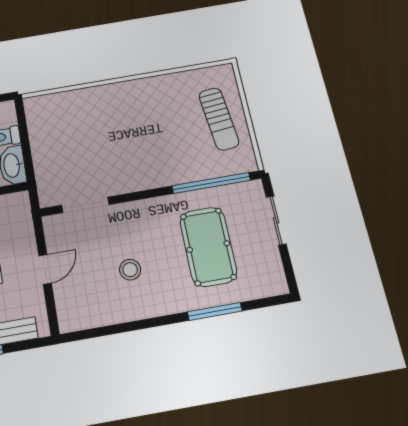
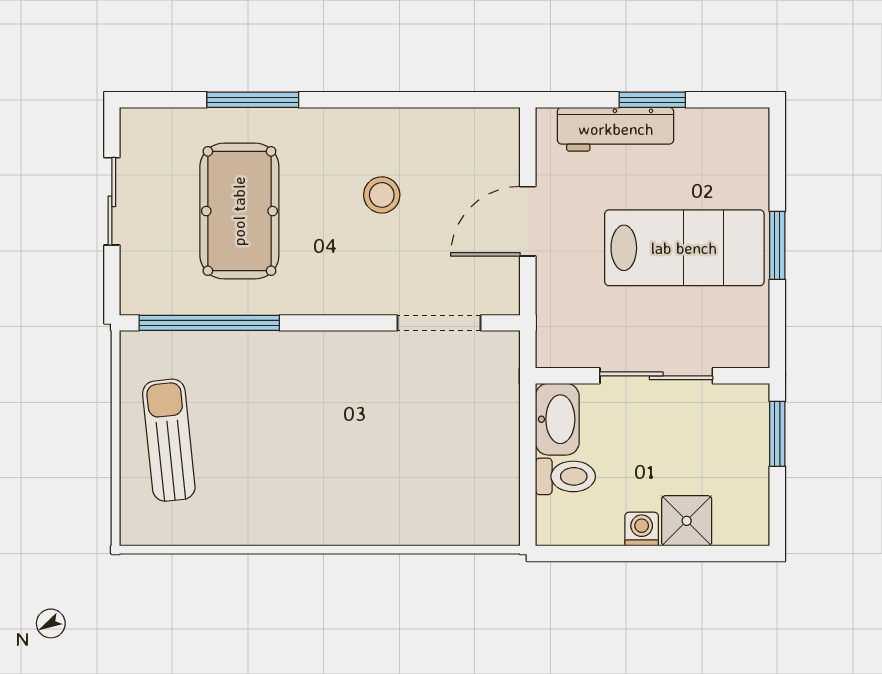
sliding door: (276, 220) -> (112, 201), moved
door: (45, 269) -> (528, 221), width x1.38

